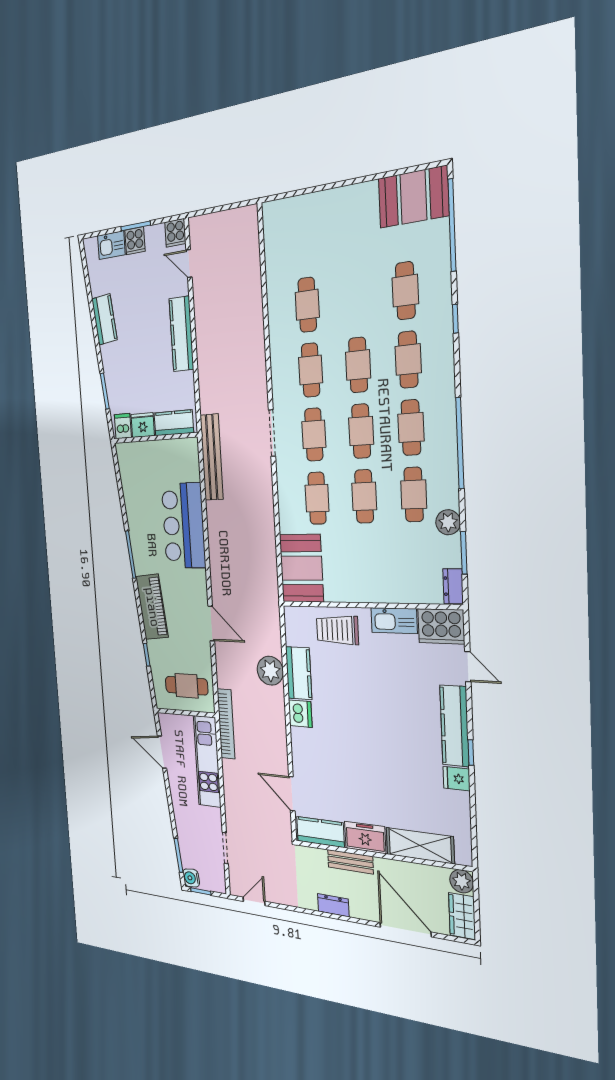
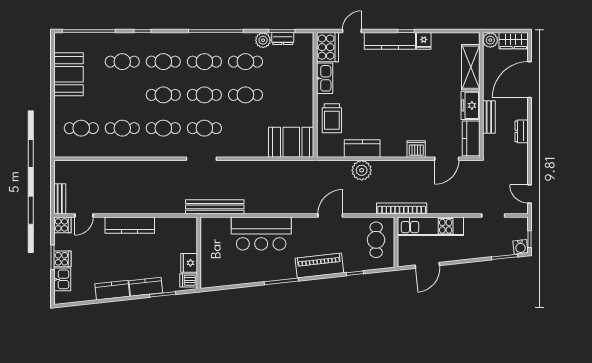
booth: (413, 197) -> (69, 74), moved
bench: (208, 222) -> (60, 199), added
kitchen counter: (174, 423) -> (146, 287), moved, turned 84
cafe table: (317, 498) -> (81, 128), moved
dresser: (453, 586) -> (283, 39), moved
dishwasher: (300, 714) -> (416, 149), moved

